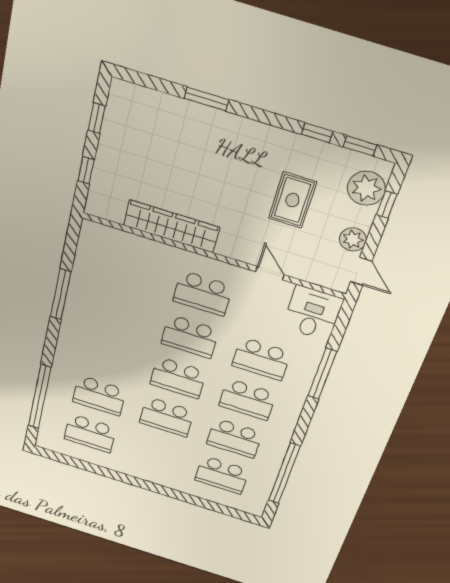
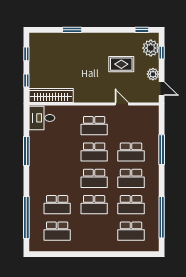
window: (317, 133) -> (122, 30), removed
rug: (292, 200) -> (121, 64), turned 90
wardrobe: (171, 226) -> (51, 96), moved
desk: (313, 313) -> (42, 118), moved, turned -90

